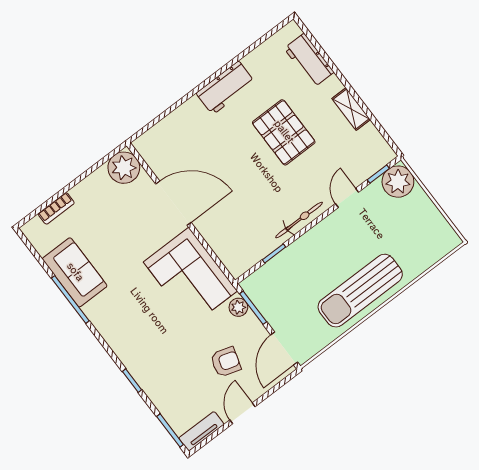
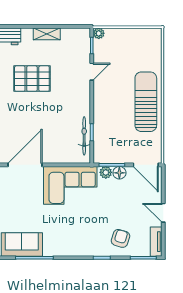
plant: (398, 182) -> (99, 33), width x0.53, depth x0.53
door: (347, 198) -> (92, 72), swing flipped
bicycle: (299, 220) -> (84, 136), moved
sun lounger: (360, 291) -> (146, 102), turned 180
floor lamp: (251, 324) -> (119, 173), added
armchair: (226, 362) -> (120, 238), moved

